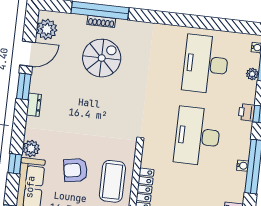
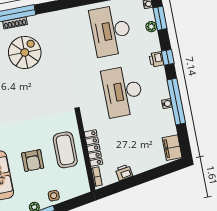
armchair: (75, 170) -> (33, 161), moved, turned -80

